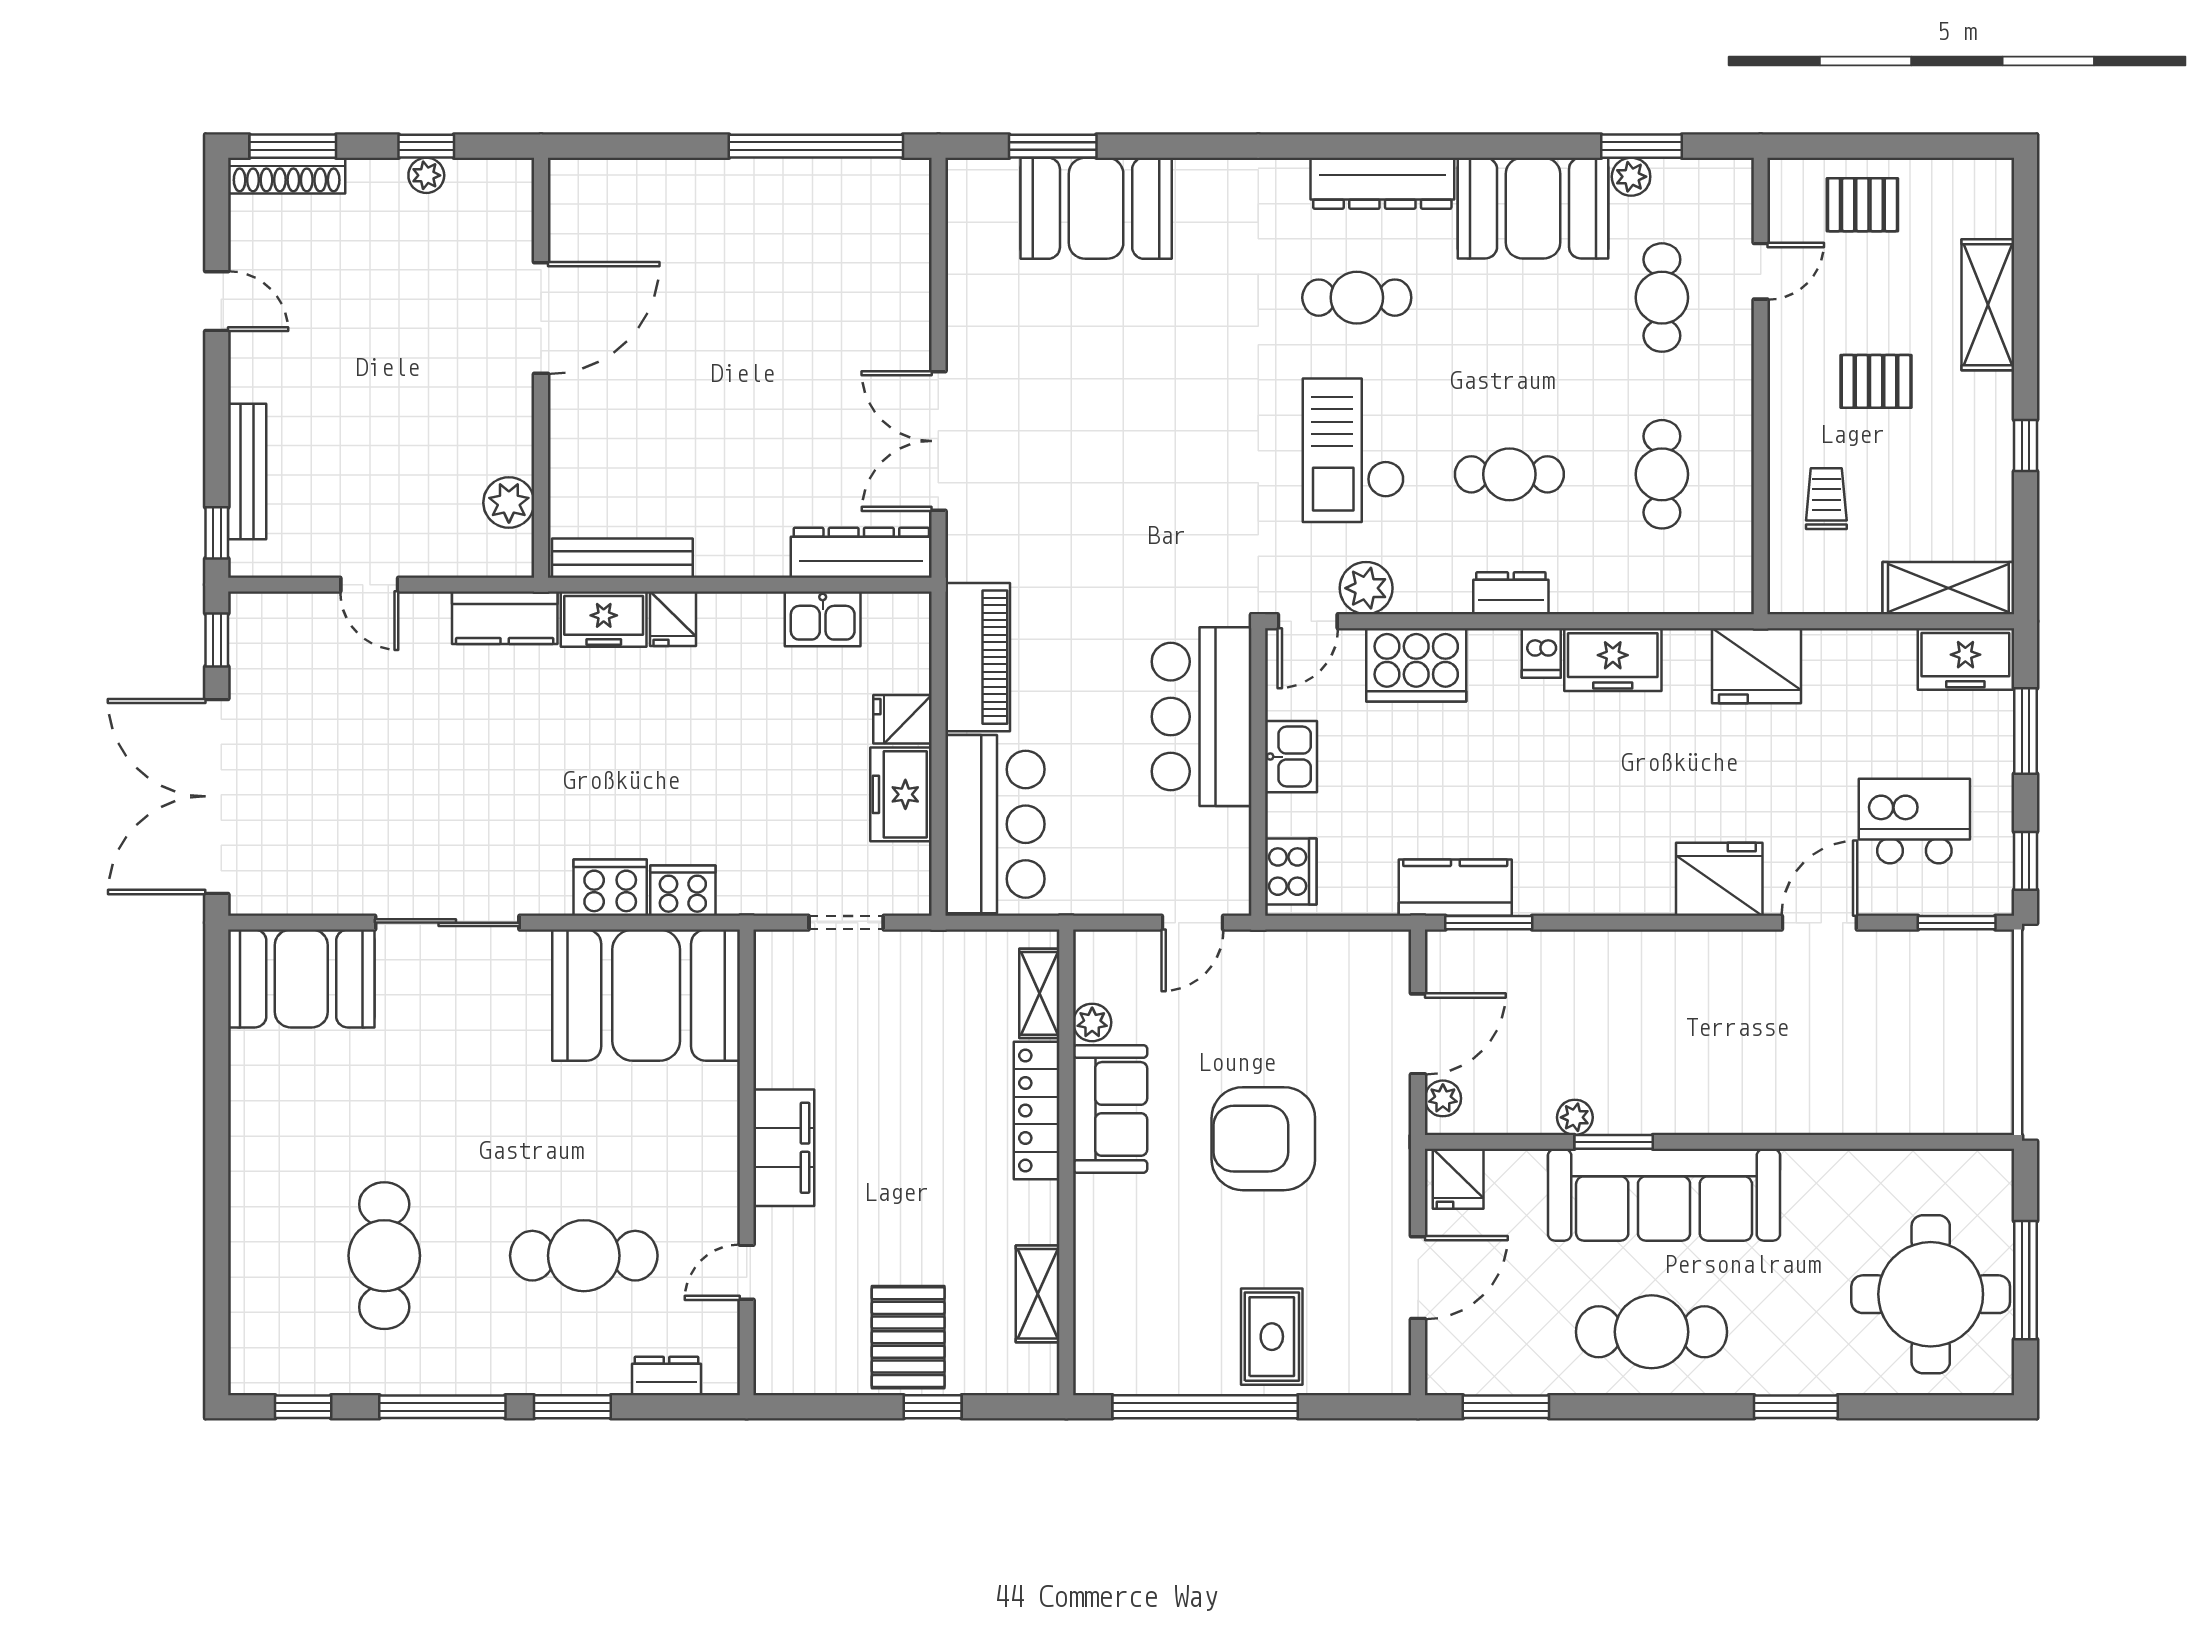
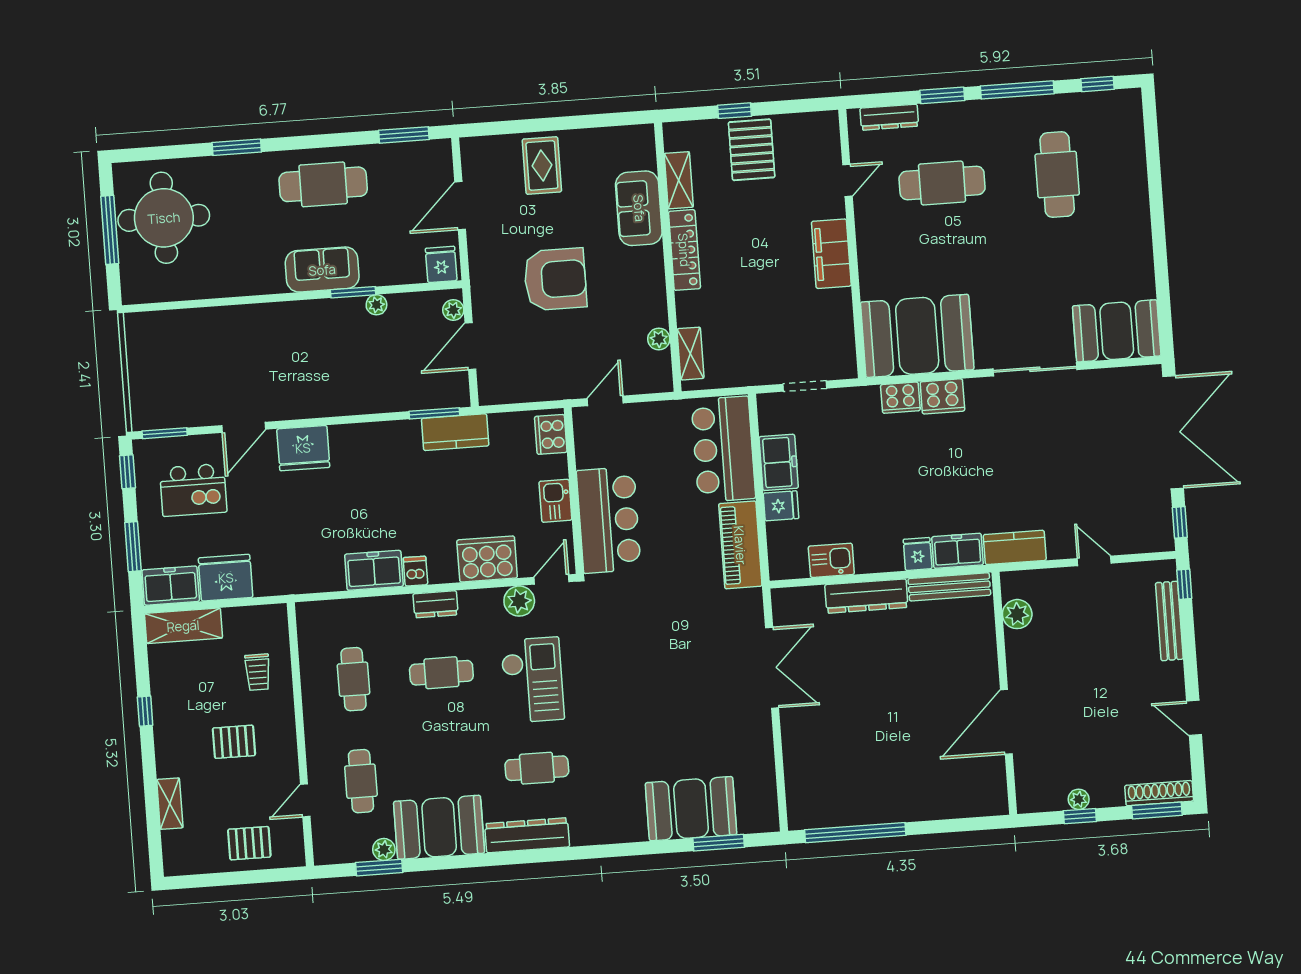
shelving: (1988, 305) -> (170, 804), width x0.67, depth x0.75
dresser: (861, 553) -> (866, 596), moved
fridge: (1757, 666) -> (226, 578), moved
sofa: (1110, 1109) -> (639, 208), moved
locker: (1037, 1111) -> (684, 250), moved
sofa: (1664, 1195) -> (322, 270), width x0.54, depth x0.79
dresser: (666, 1376) -> (889, 117), width x1.44
window: (1205, 1407) -> (577, 122), removed

